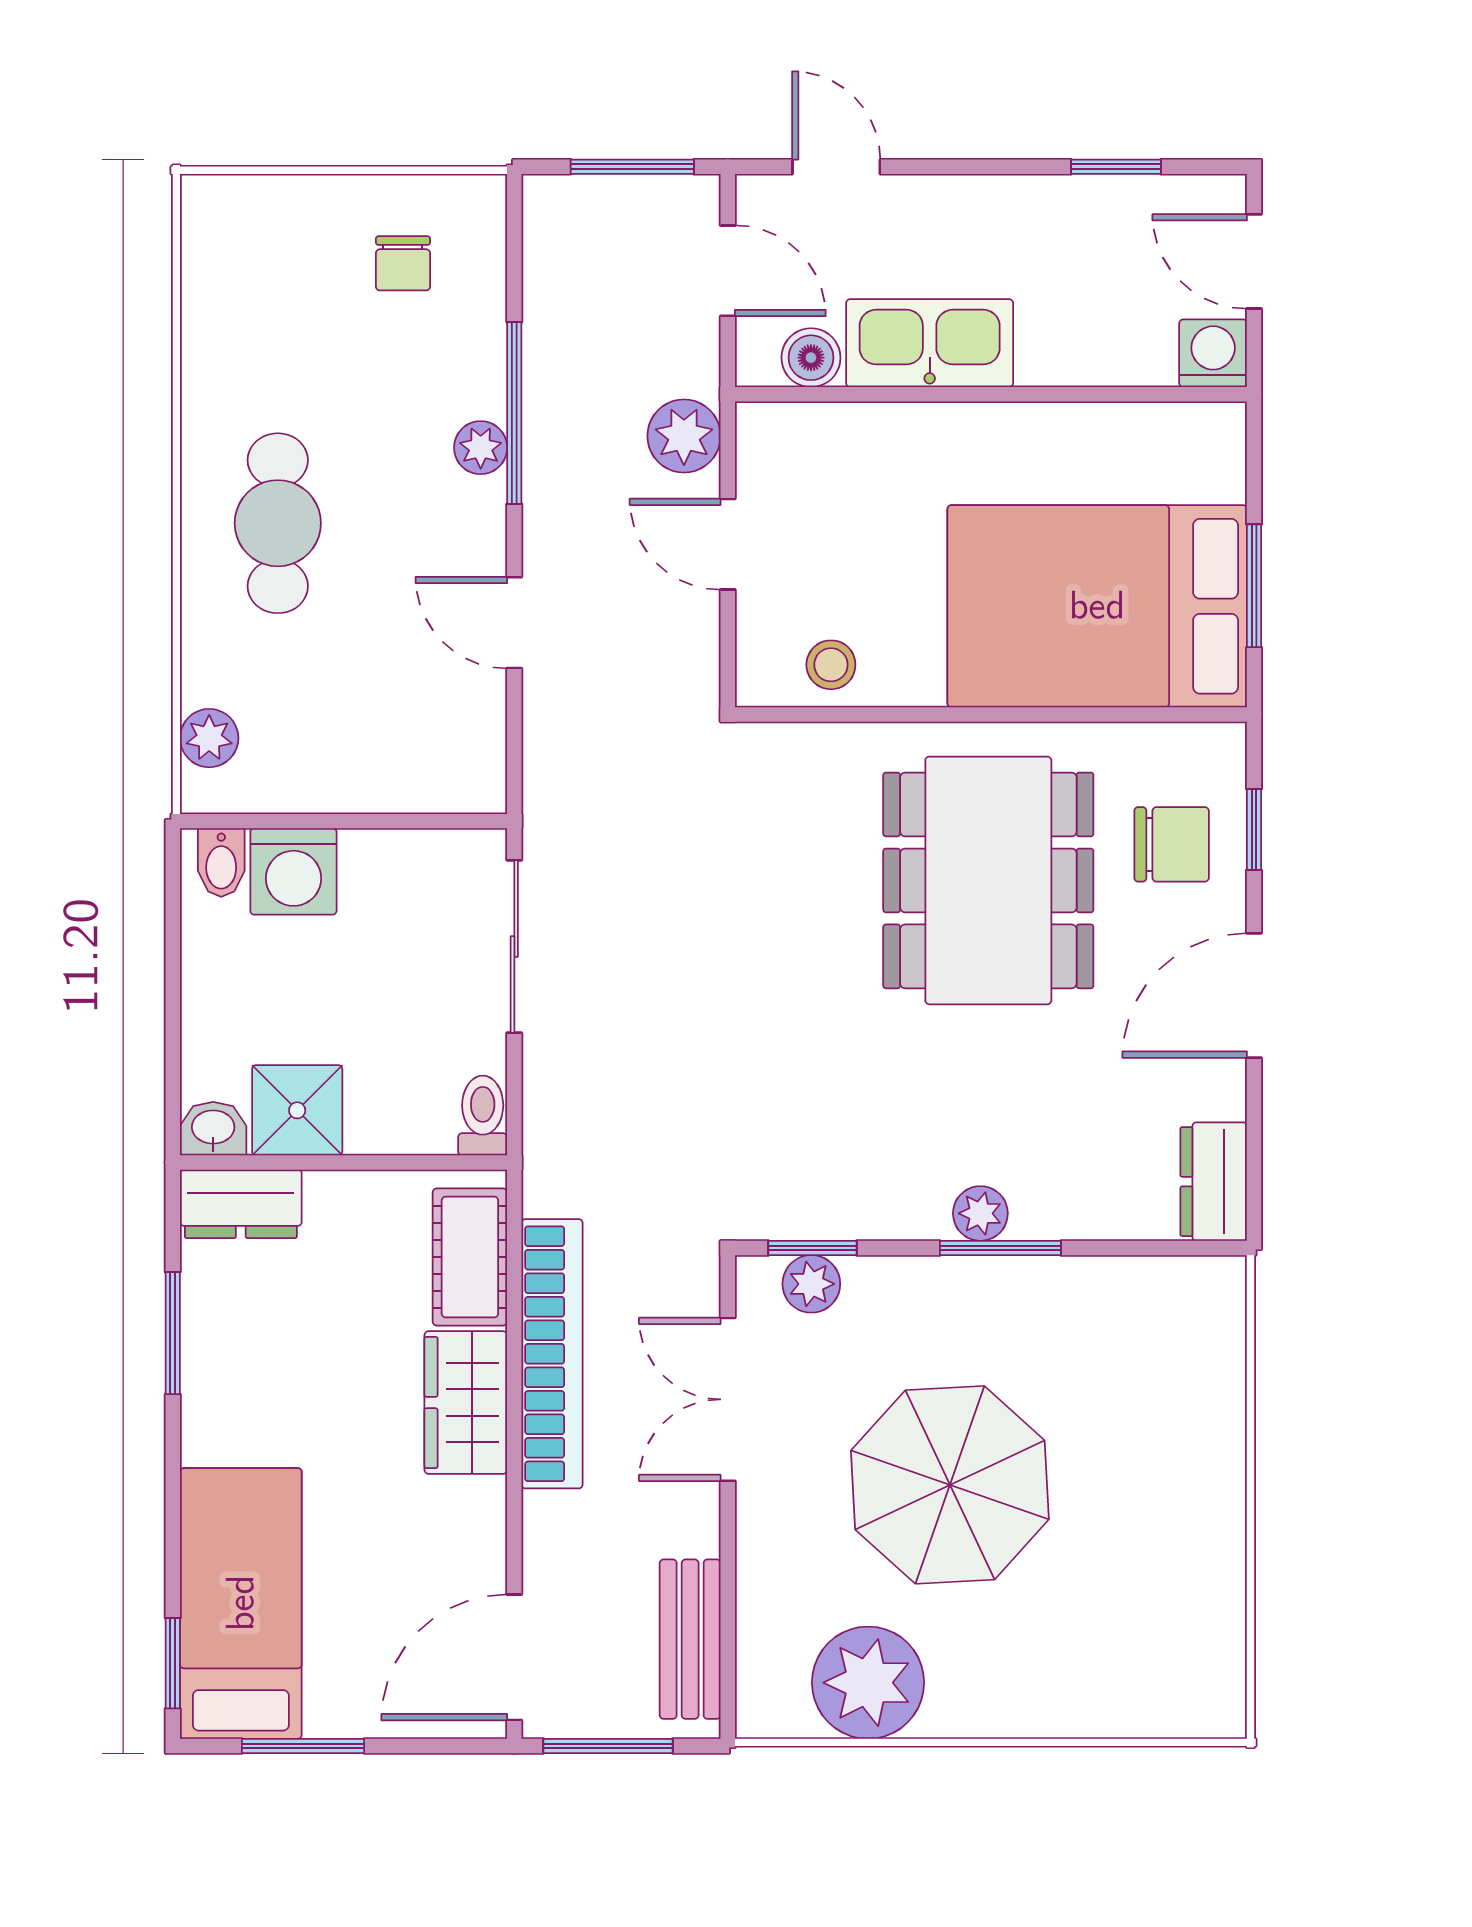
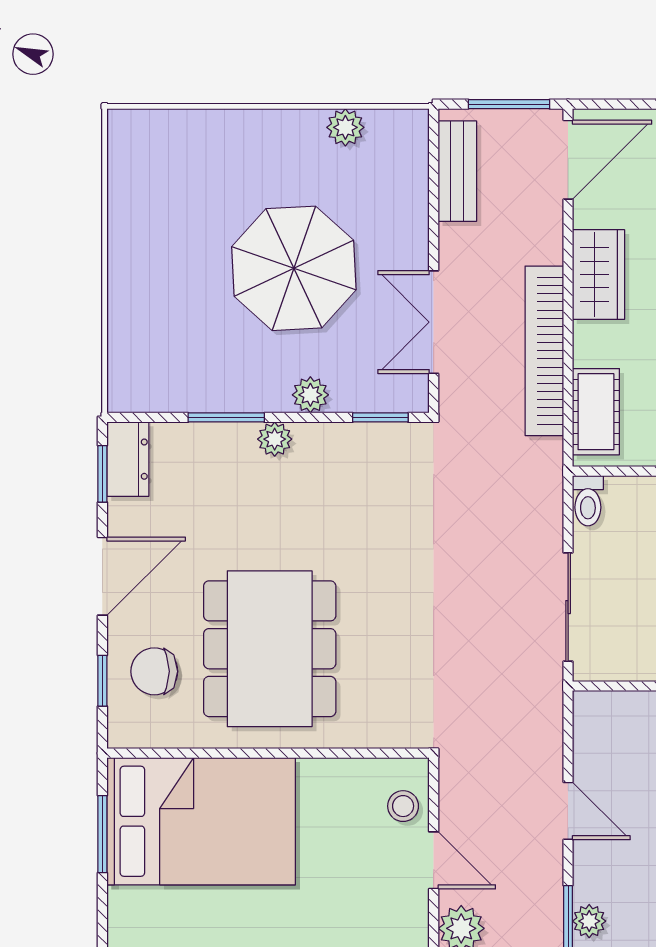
stool: (831, 665) -> (403, 806), moved
window: (1254, 1158) -> (102, 474), added
window: (1000, 1248) -> (226, 417), moved
plant: (811, 1284) -> (310, 395), moved
double door: (728, 1399) -> (434, 322), swing flipped
wardrobe: (466, 1403) -> (599, 275), moved
plant: (868, 1683) -> (345, 127), width x0.53, depth x0.53

